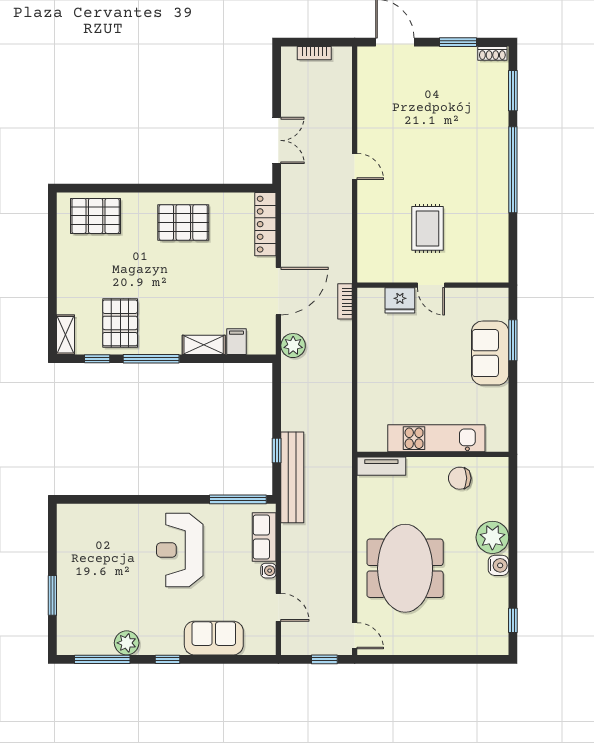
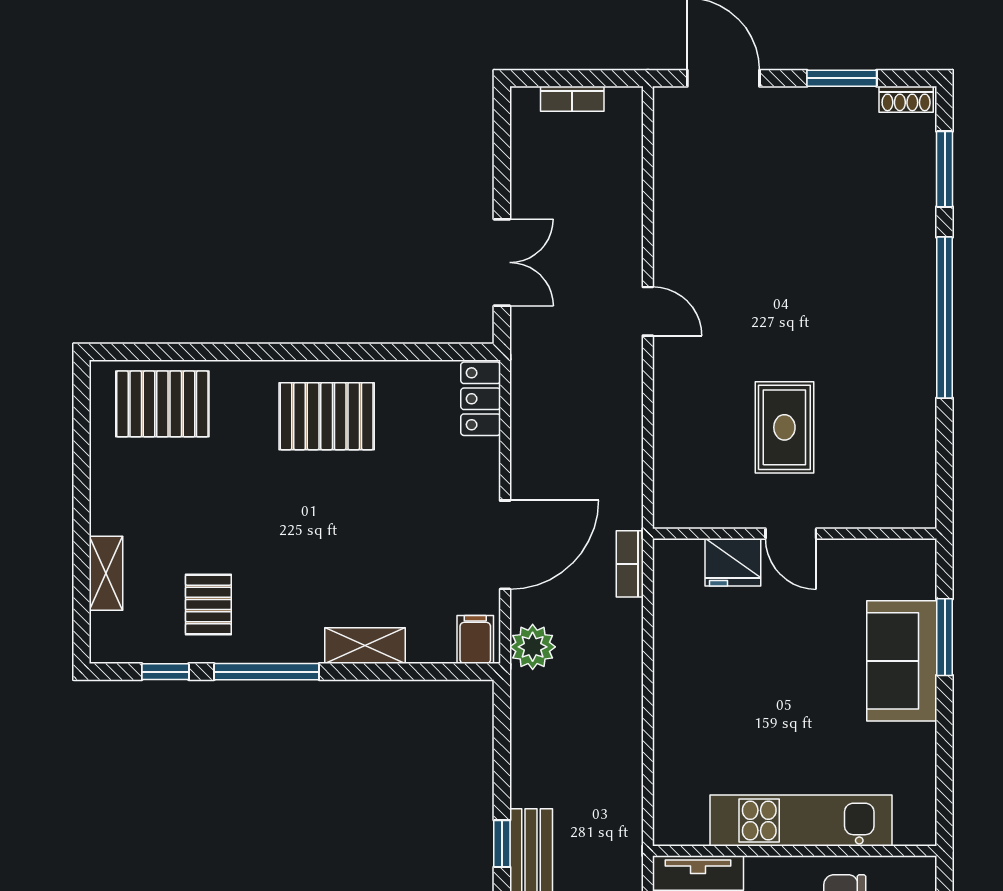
locker: (265, 224) -> (481, 399), width x0.66
pallet: (120, 323) -> (208, 604), width x0.67, depth x0.71
shelving: (66, 335) -> (106, 573), moved
filing cabinet: (236, 342) -> (475, 640), moved

